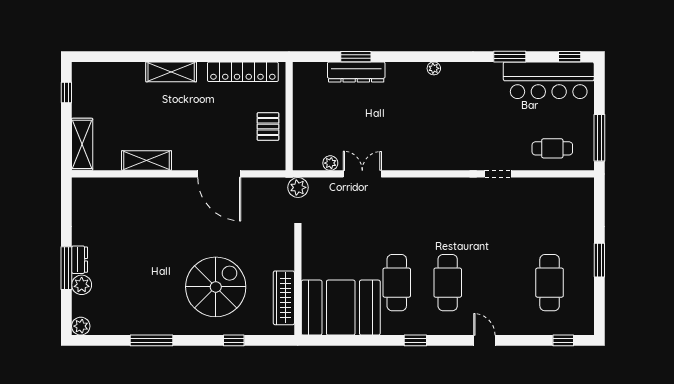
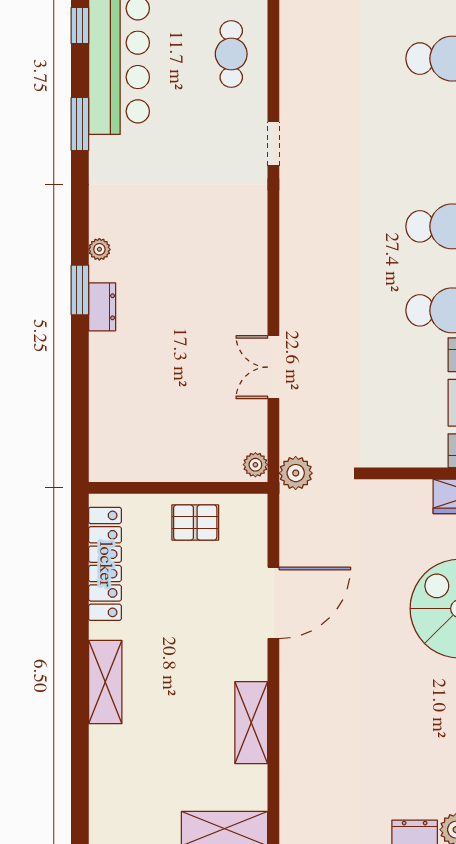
window: (356, 57) -> (80, 290), moved
dresser: (356, 72) -> (102, 307), moved, width x0.51, depth x0.80
plant: (330, 163) -> (255, 465), moved

